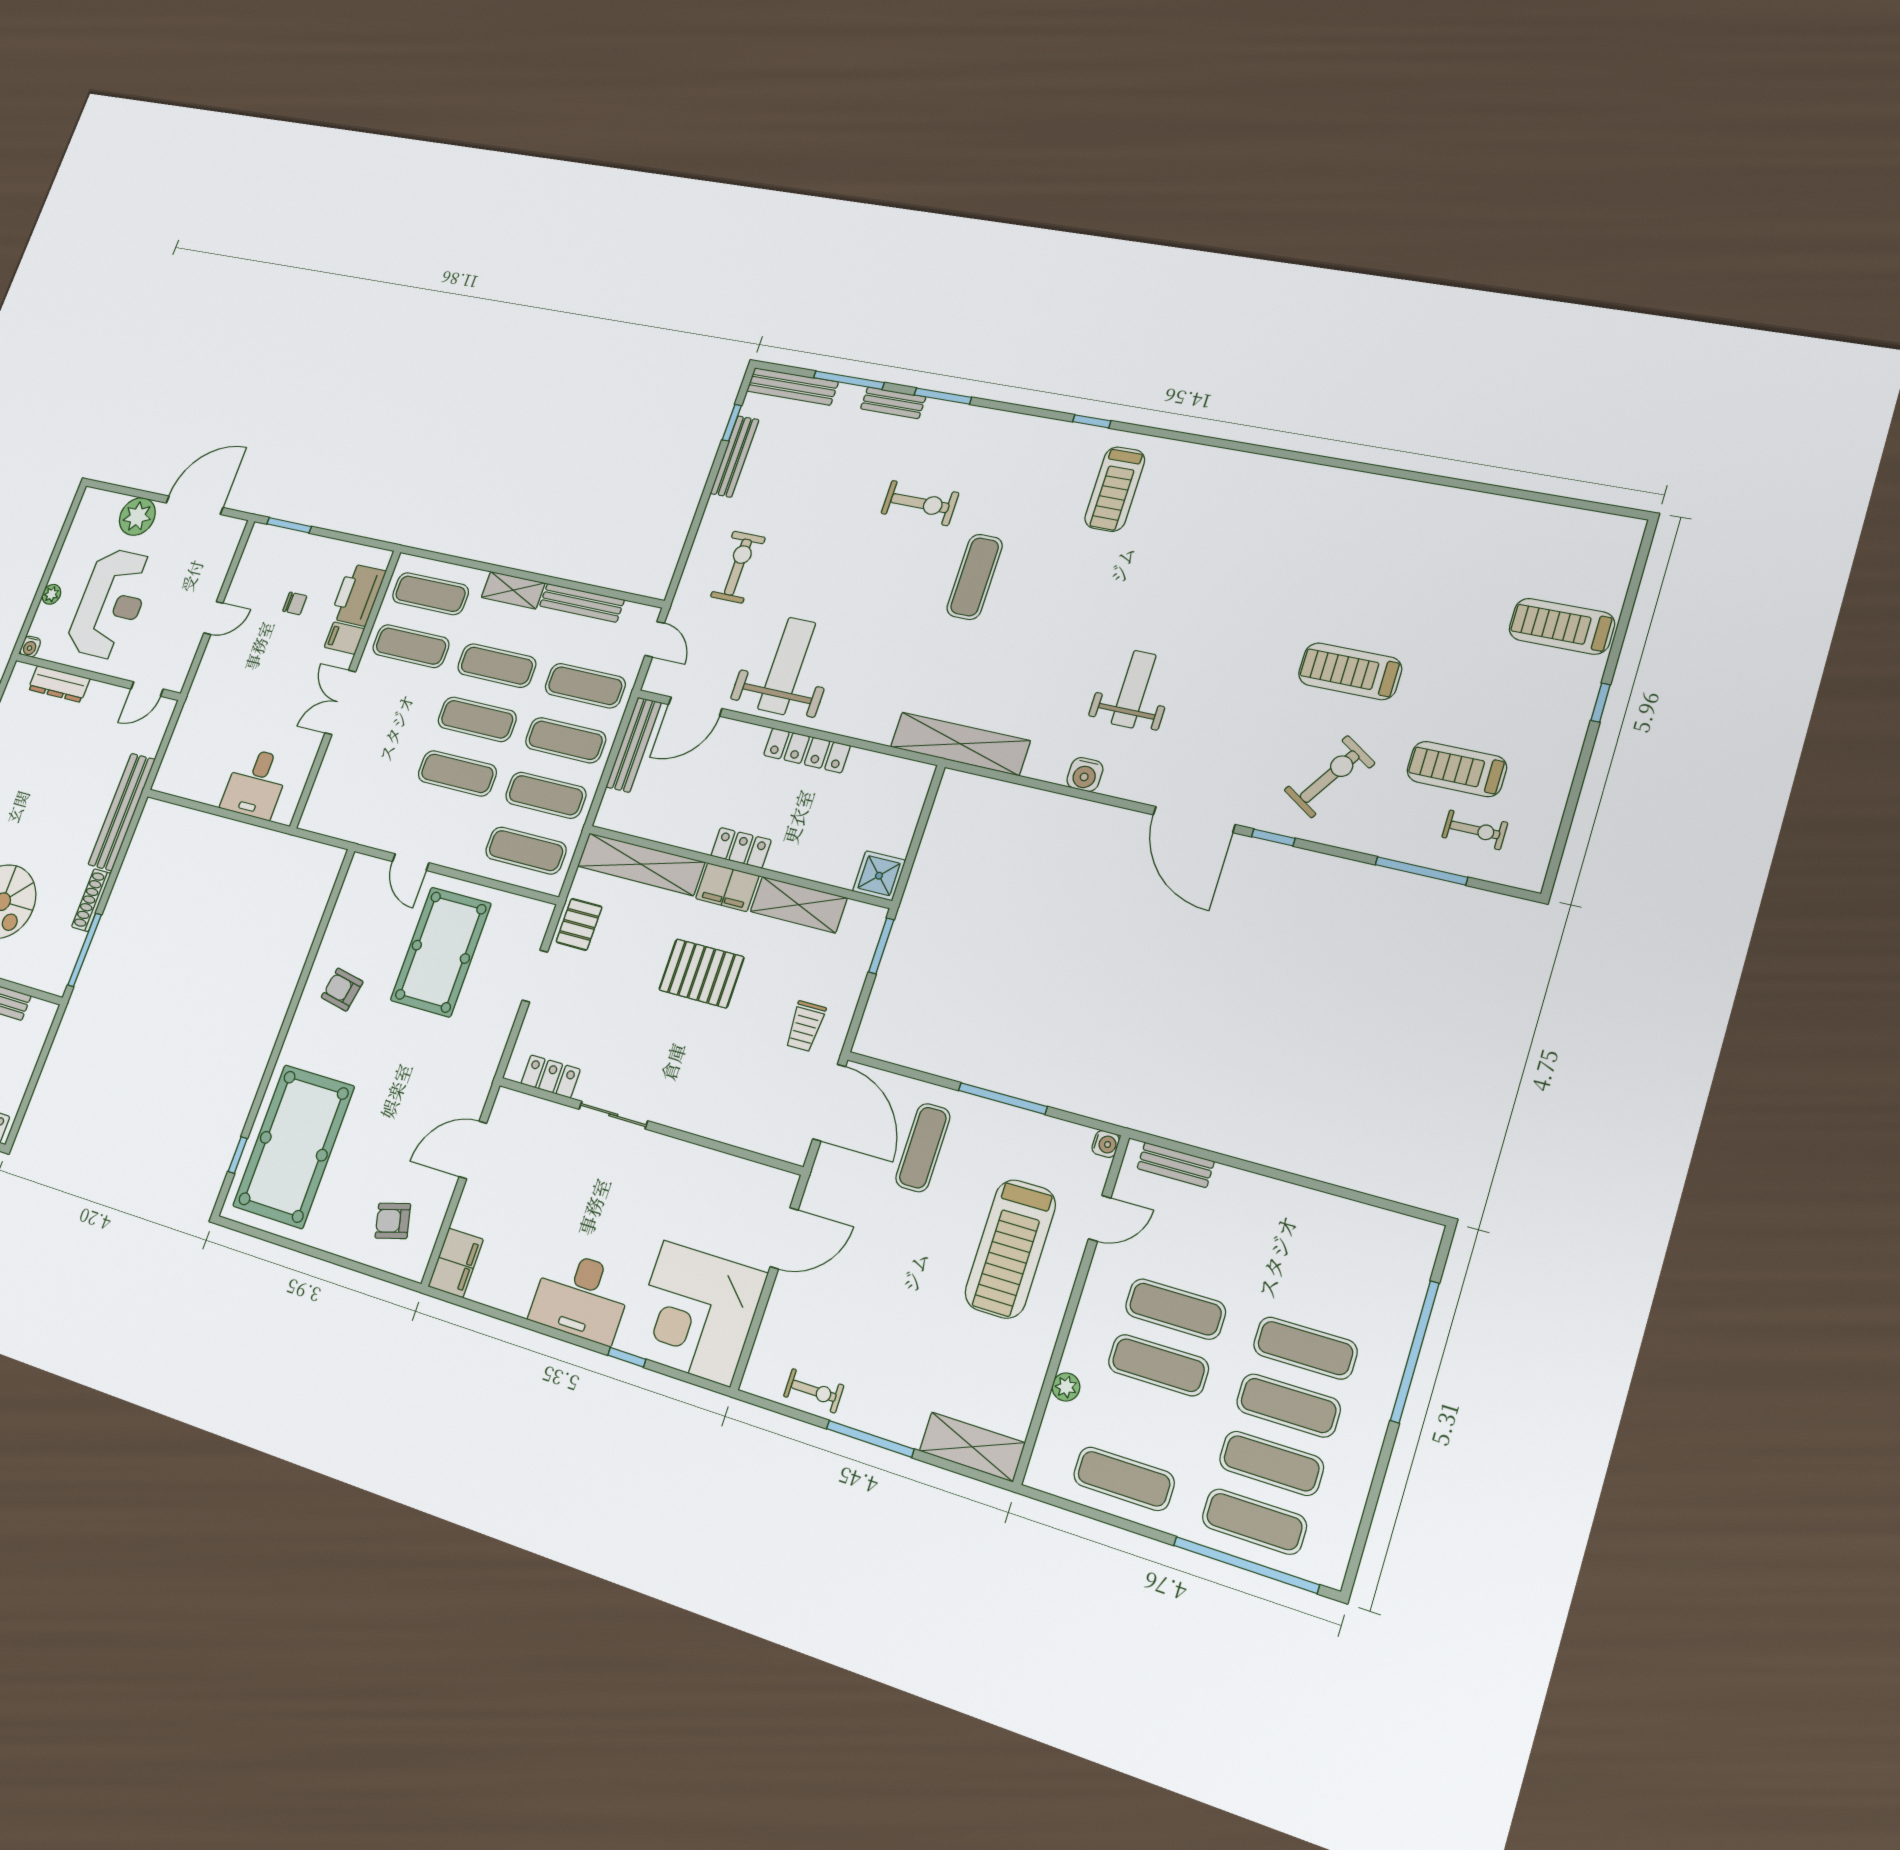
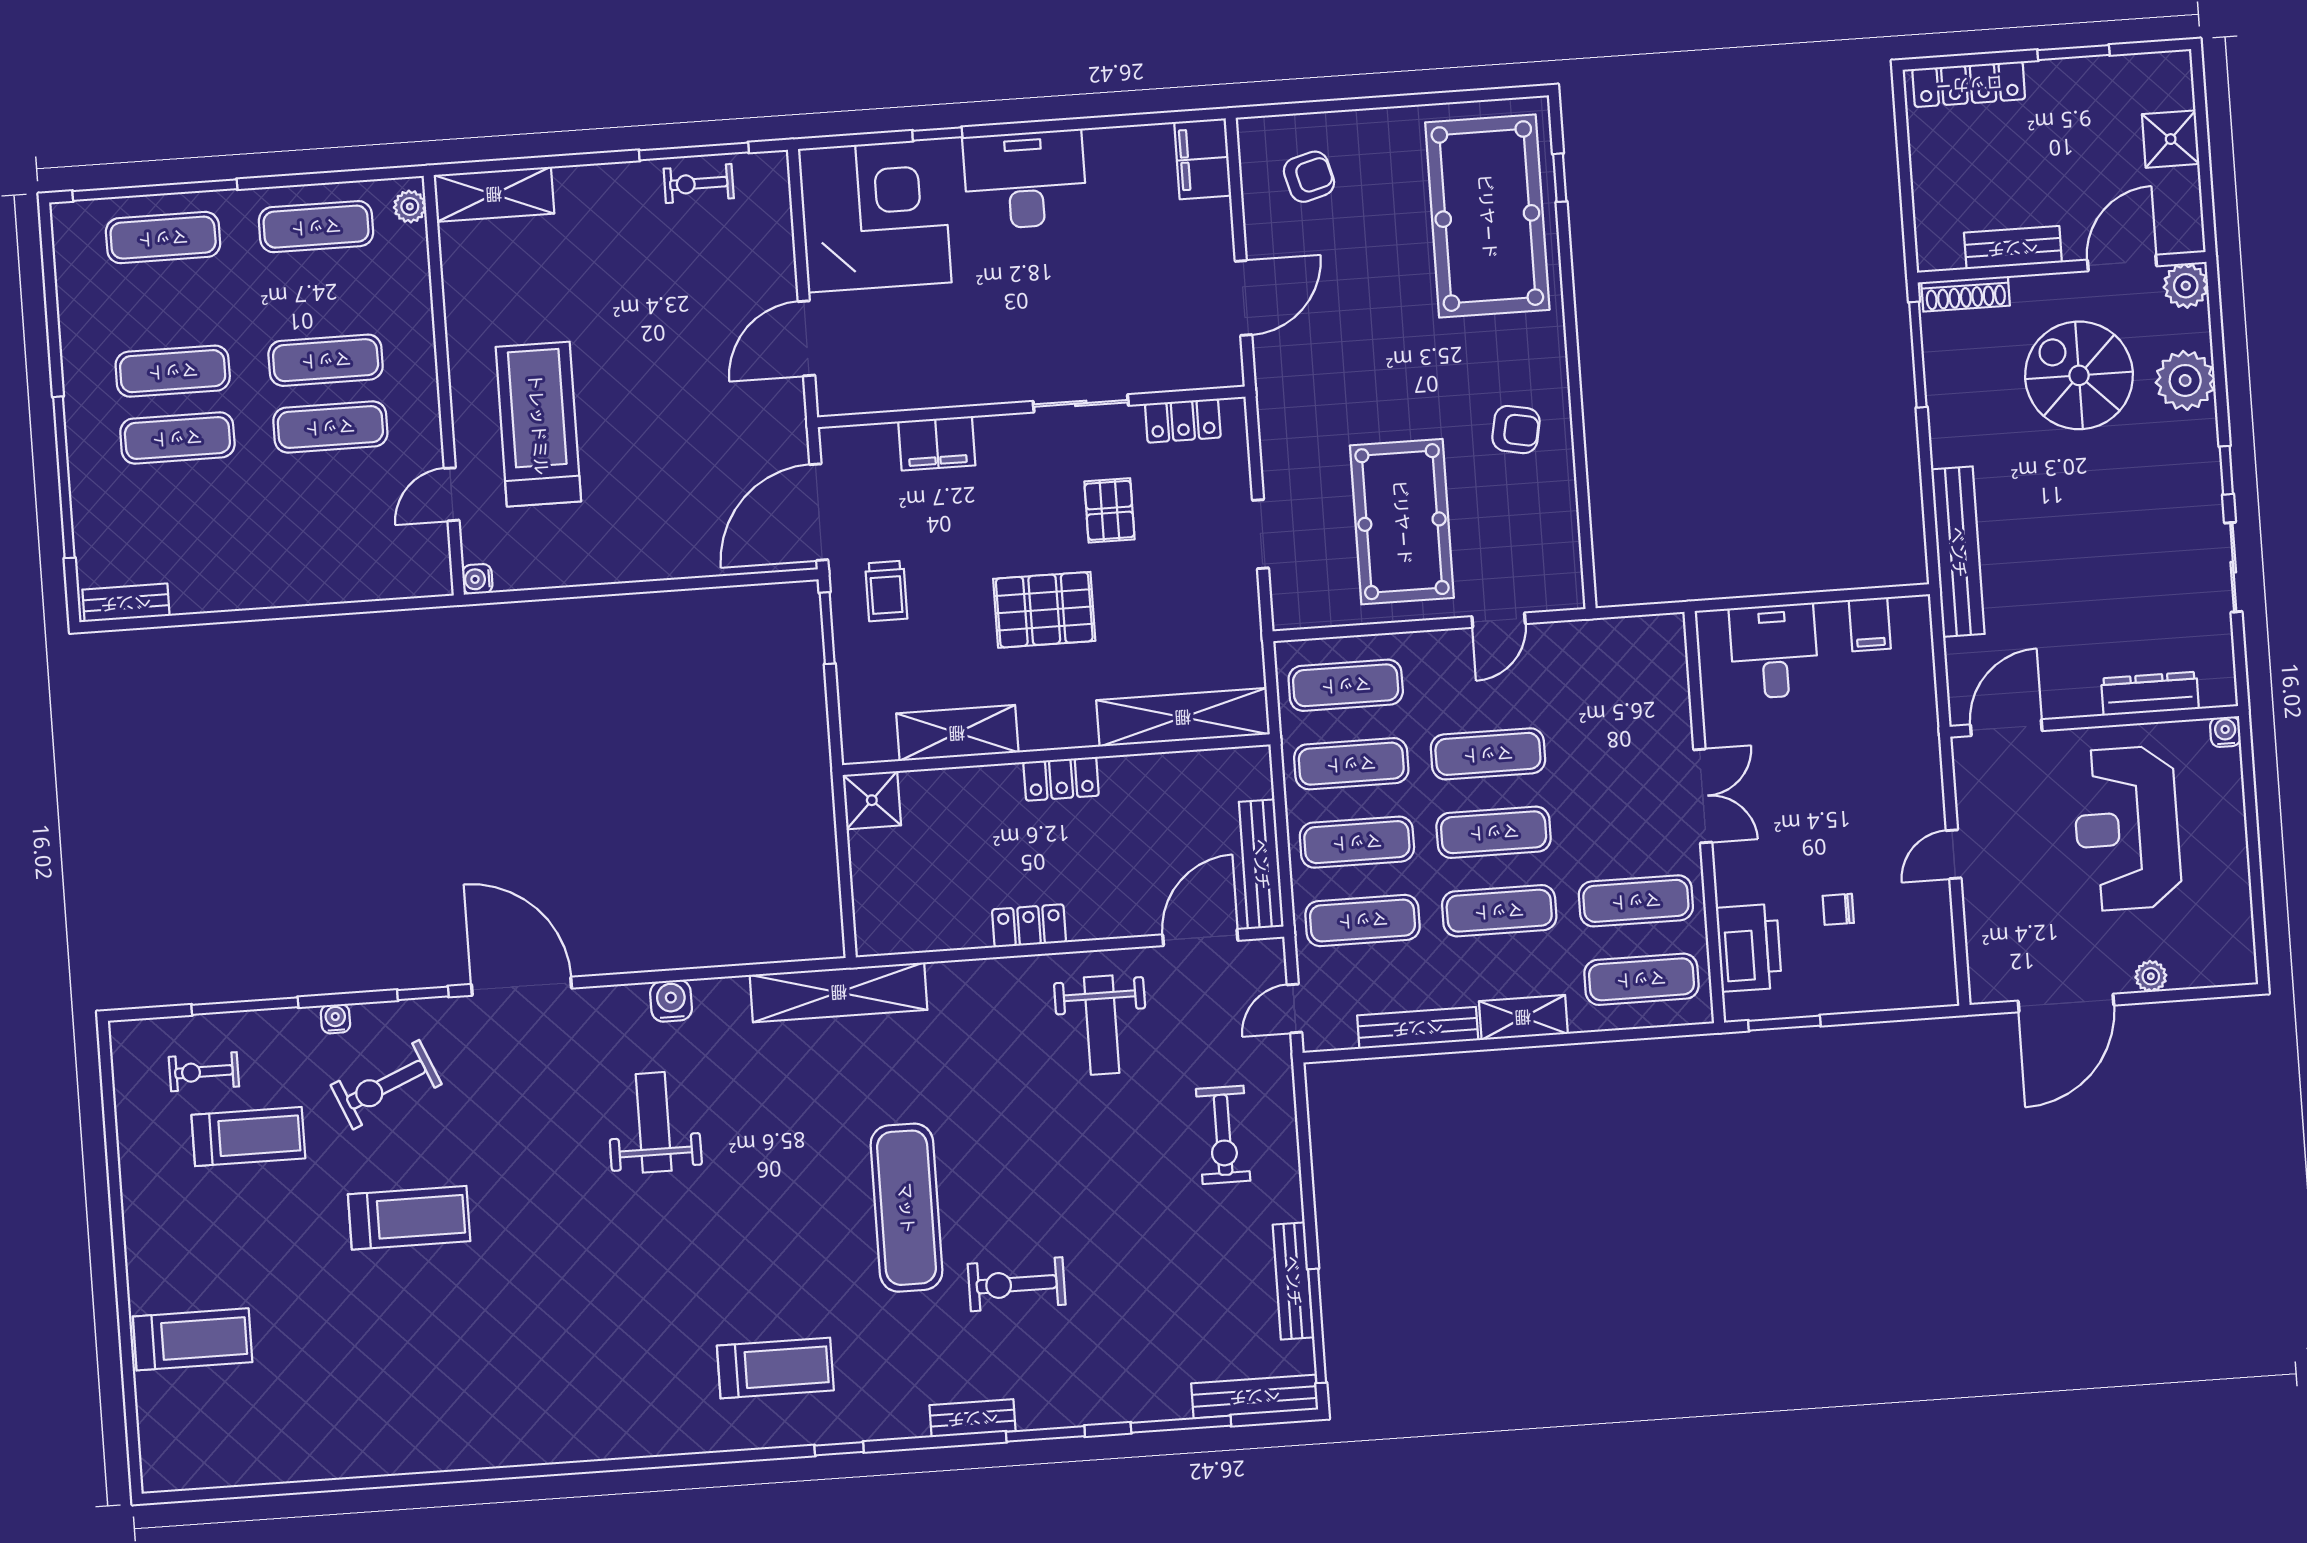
bench: (893, 403) -> (973, 1418), moved
window: (732, 423) -> (1317, 1326), width x2.17
treadmill: (1115, 489) -> (775, 1368), turned 90
plant: (137, 516) -> (2151, 976), width x0.53, depth x0.53
window: (289, 525) -> (1784, 1023), moved
exercise mat: (975, 577) -> (906, 1208), width x1.36, depth x1.45
plant: (51, 594) -> (2231, 815), removed
filing cabinet: (344, 638) -> (1870, 624), moved, turned 90
door: (655, 639) -> (1294, 1009), hinge flipped
weight bench: (787, 666) -> (1102, 1025), width x0.73, depth x0.75
door: (147, 689) -> (2006, 728), width x1.38
weight bench: (1134, 689) -> (654, 1122), turned 180
window: (1601, 703) -> (120, 1261), removed
locker: (807, 750) -> (1029, 926), width x0.66
exercise bike: (1330, 777) -> (386, 1085), turned 34
water cooler: (1351, 839) -> (335, 1019), added
door: (411, 862) -> (1499, 620), swing flipped
filing cabinet: (727, 887) -> (937, 443), moved, turned 180
shoe rack: (91, 900) -> (1966, 294), moved, turned 90
pallet: (579, 924) -> (1109, 510), moved
window: (881, 946) -> (827, 628), moved
trolley: (805, 1026) -> (886, 591), turned 180
window: (1003, 1098) -> (615, 589), removed
door: (829, 1103) -> (819, 512), hinge flipped
exercise mat: (923, 1148) -> (685, 500), removed
bench: (1176, 1165) -> (126, 603), moved
plant: (1066, 1387) -> (410, 207), moved
window: (870, 1439) -> (694, 151), moved
exercise mat: (1271, 1463) -> (168, 304), removed

